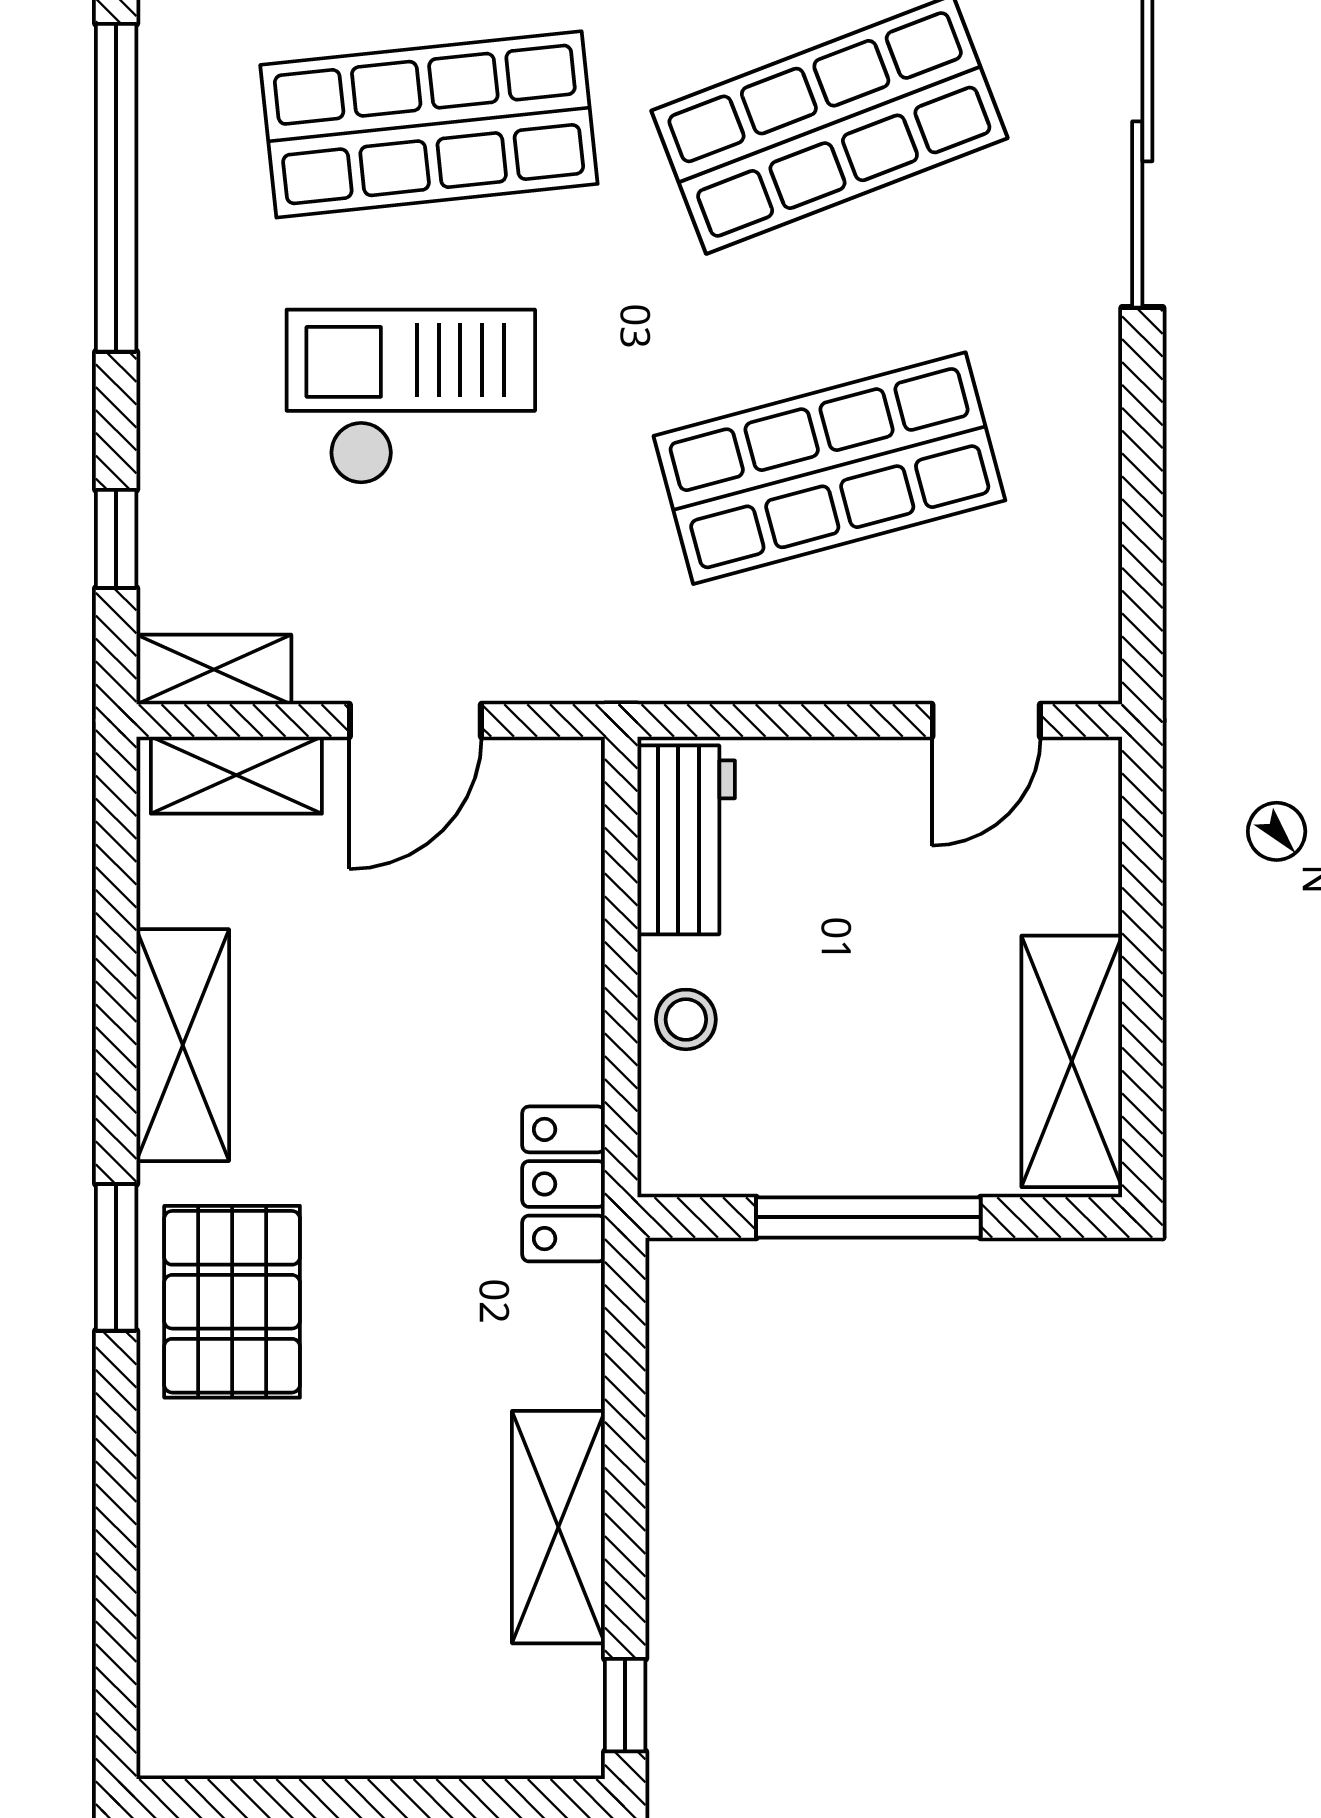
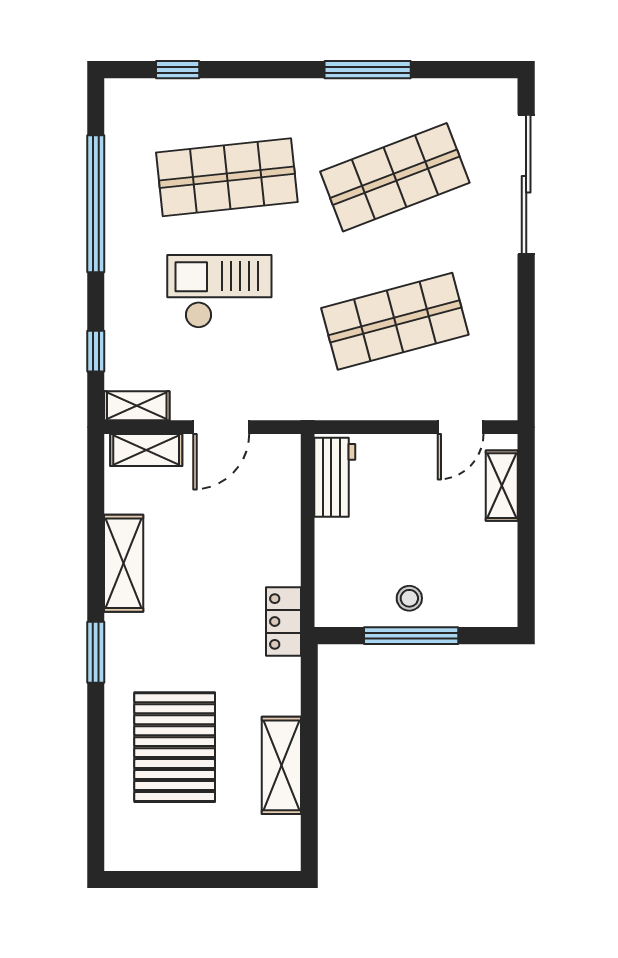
stool: (686, 1019) -> (409, 598), moved
shelving: (1072, 1061) -> (502, 486), moved, width x0.67, depth x0.75
pallet: (232, 1302) -> (175, 747), moved, width x1.37, depth x1.41
window: (625, 1705) -> (309, 840), removed

